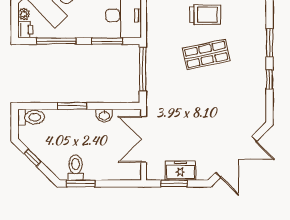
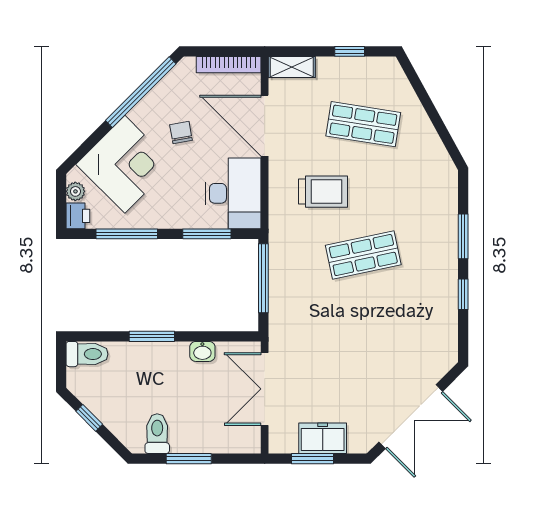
trolley: (205, 15) -> (323, 192), moved
window: (81, 183) -> (189, 459), moved

